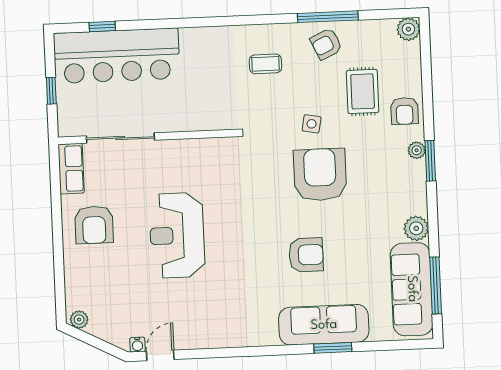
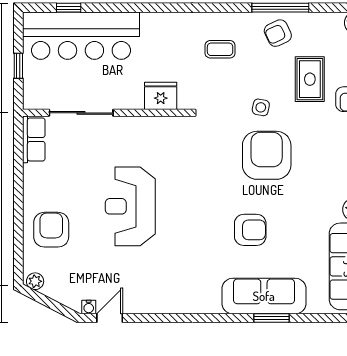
fridge: (204, 116) -> (161, 96), added
armchair: (94, 225) -> (51, 230), moved, turned 180

